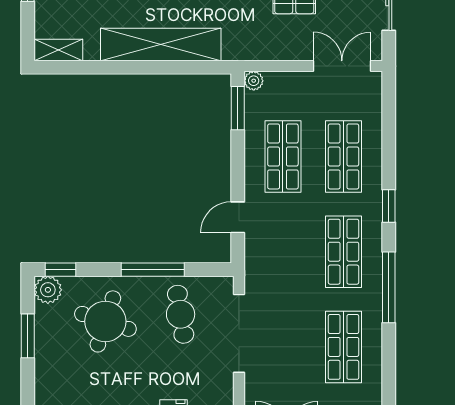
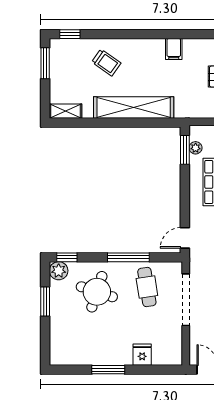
plant: (254, 81) -> (196, 148), moved
door: (238, 217) -> (185, 238), moved

